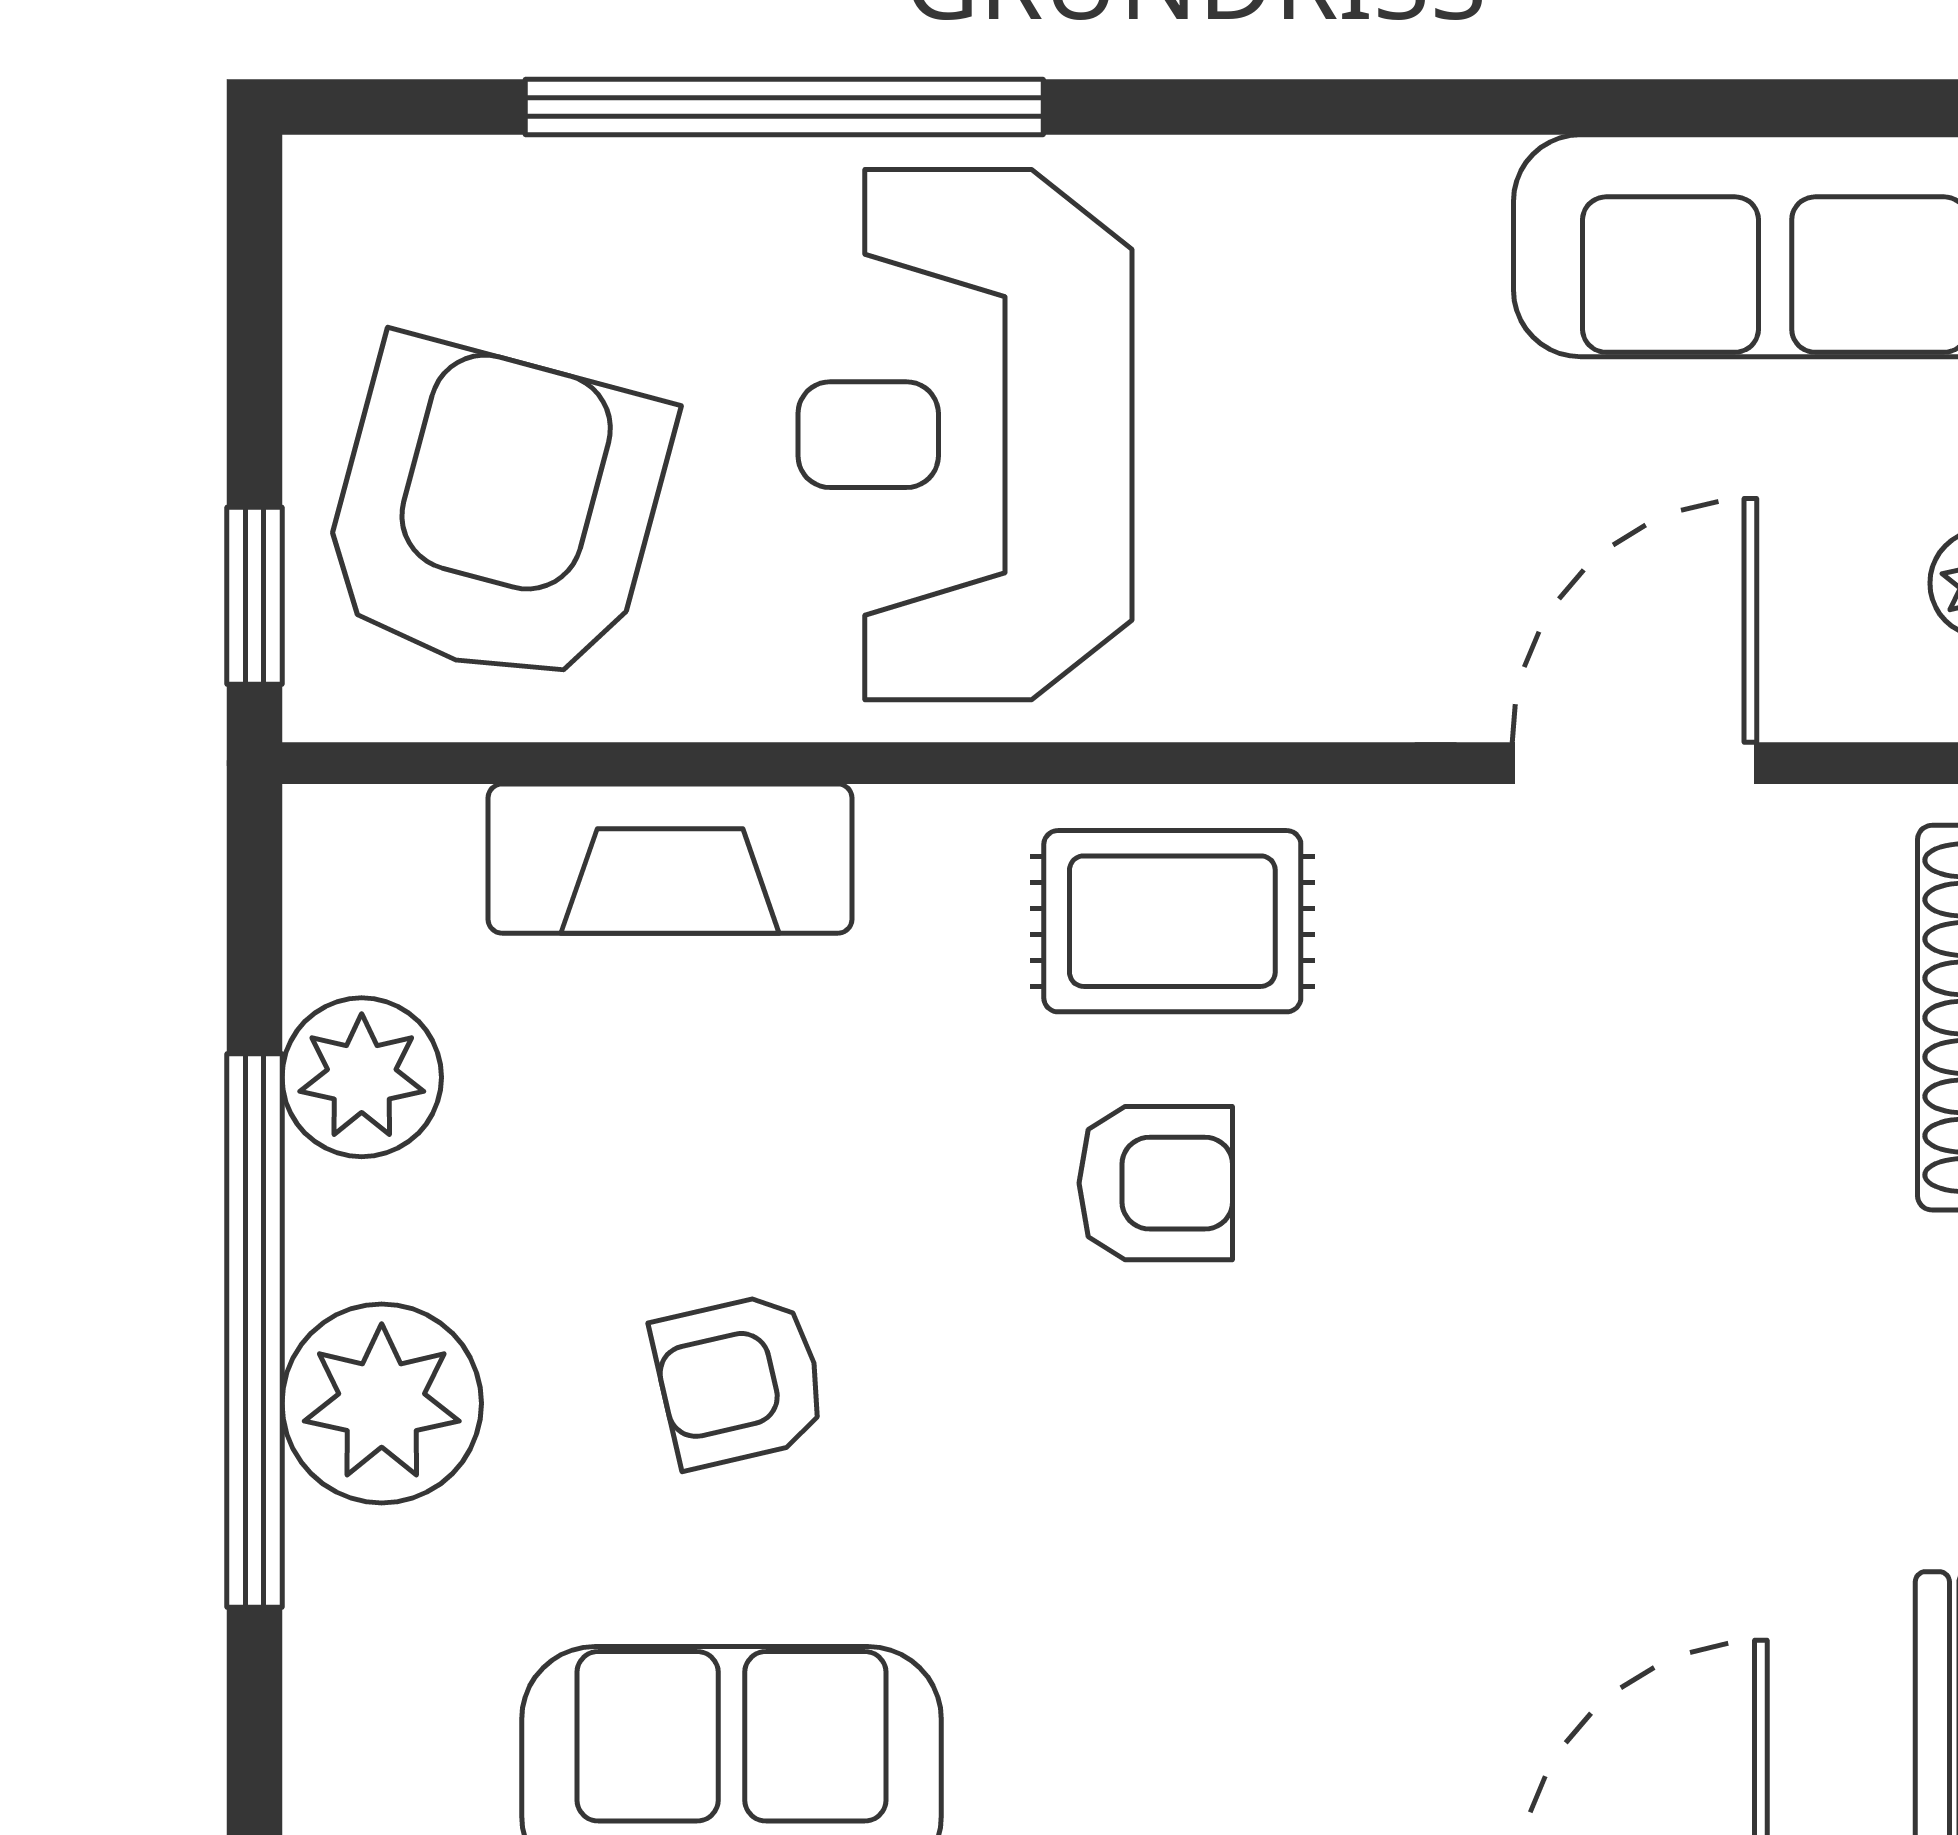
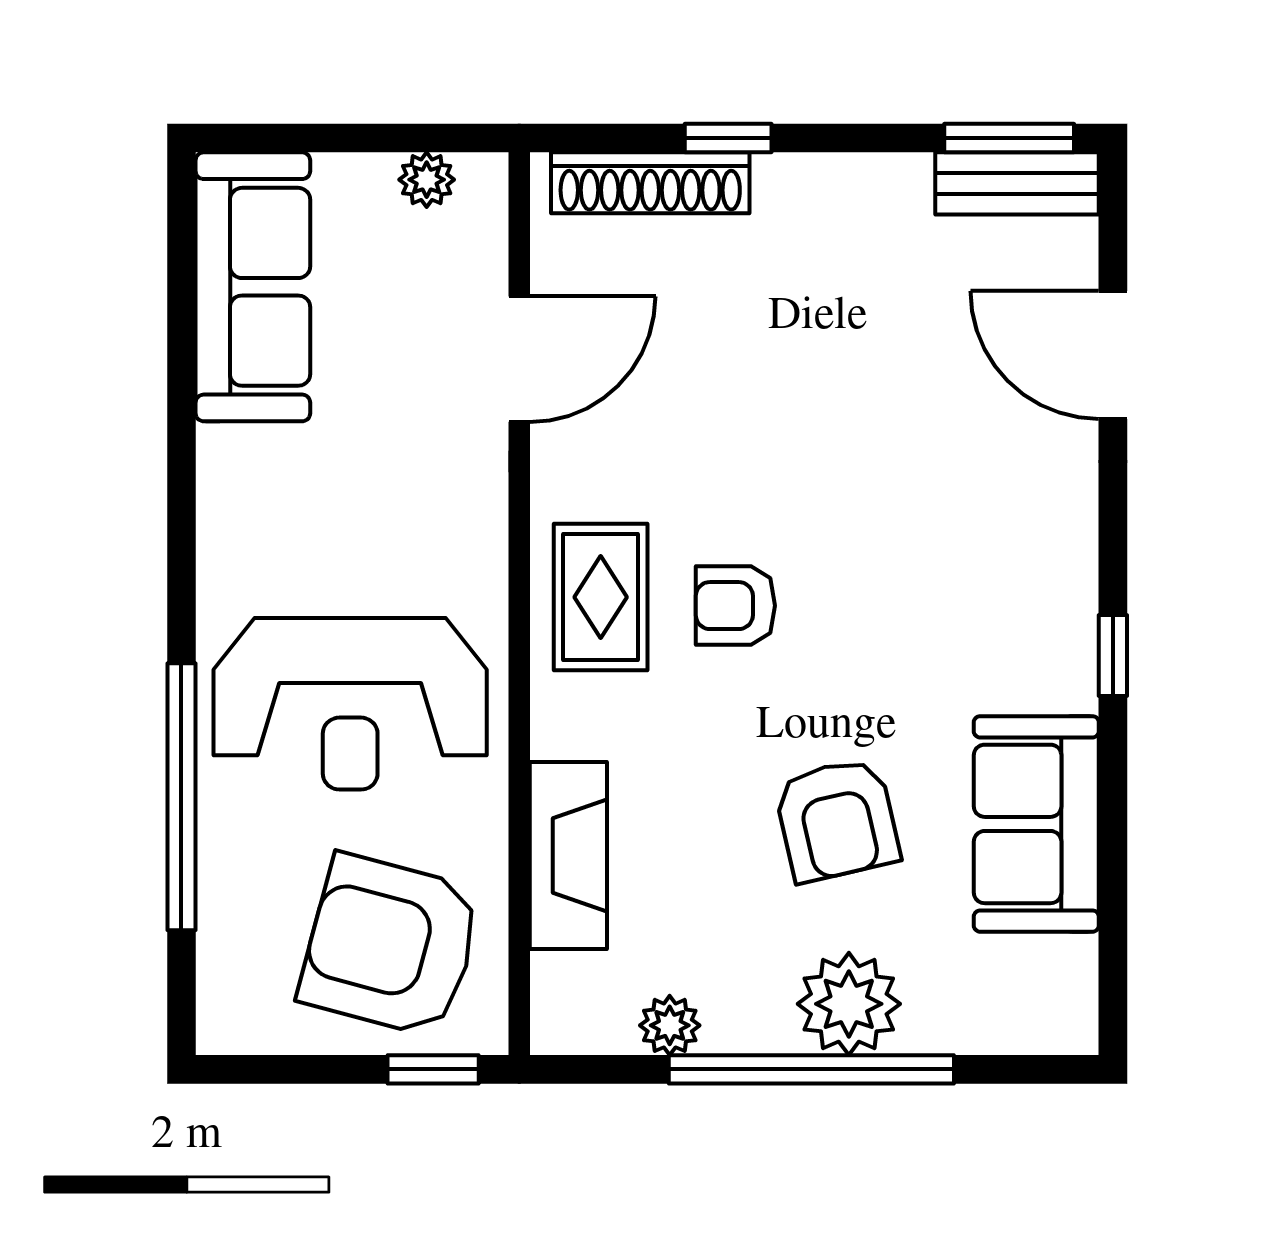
door: (1635, 763) -> (519, 359), swing flipped
plant: (362, 1077) -> (670, 1025), width x0.73, depth x0.73
armchair: (1156, 1183) -> (735, 606), turned -90
armchair: (739, 1380) -> (837, 820), width x1.38, depth x1.38

